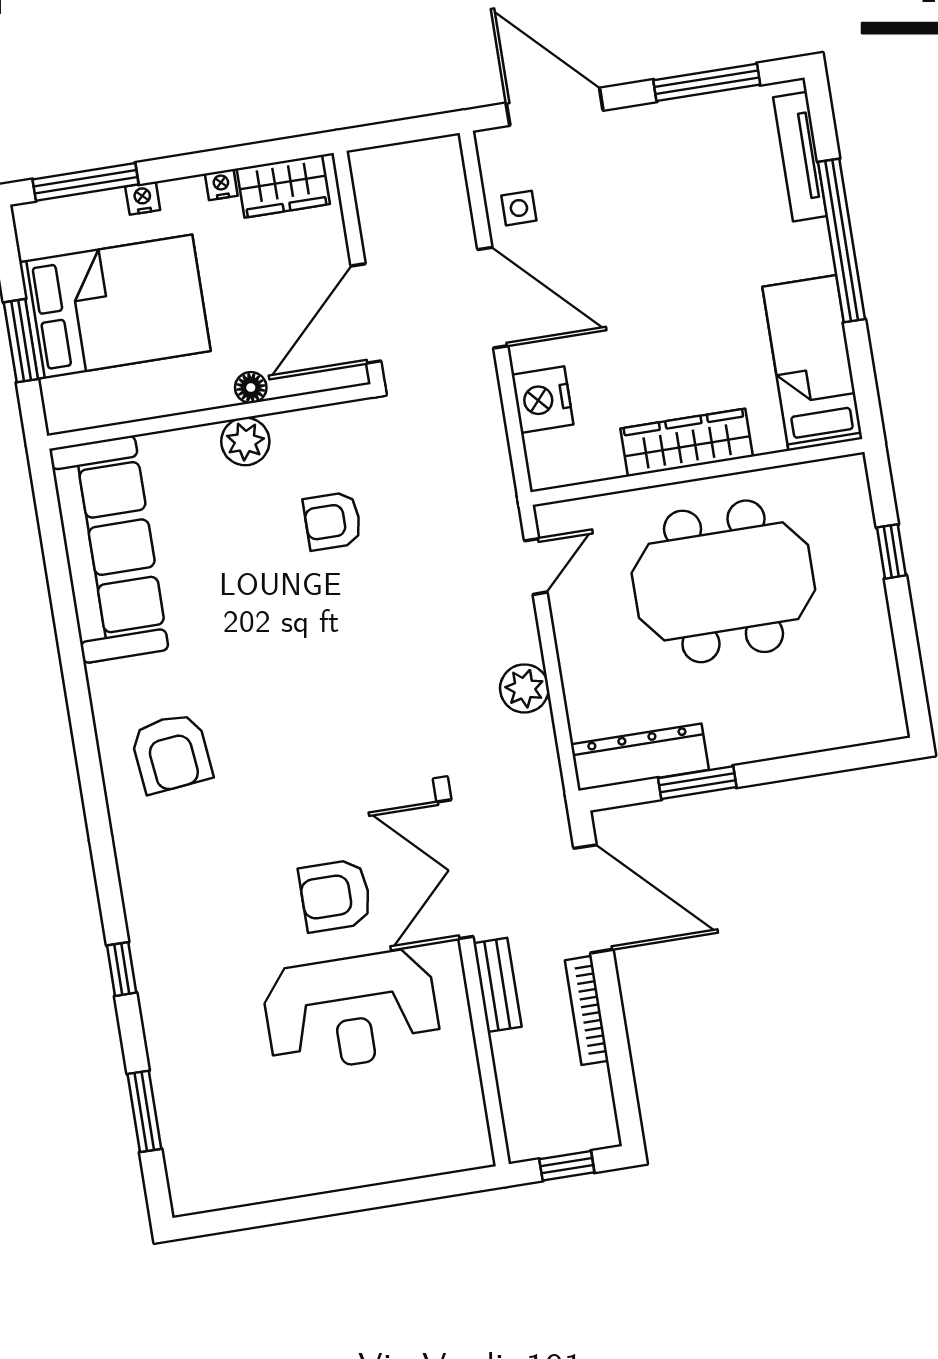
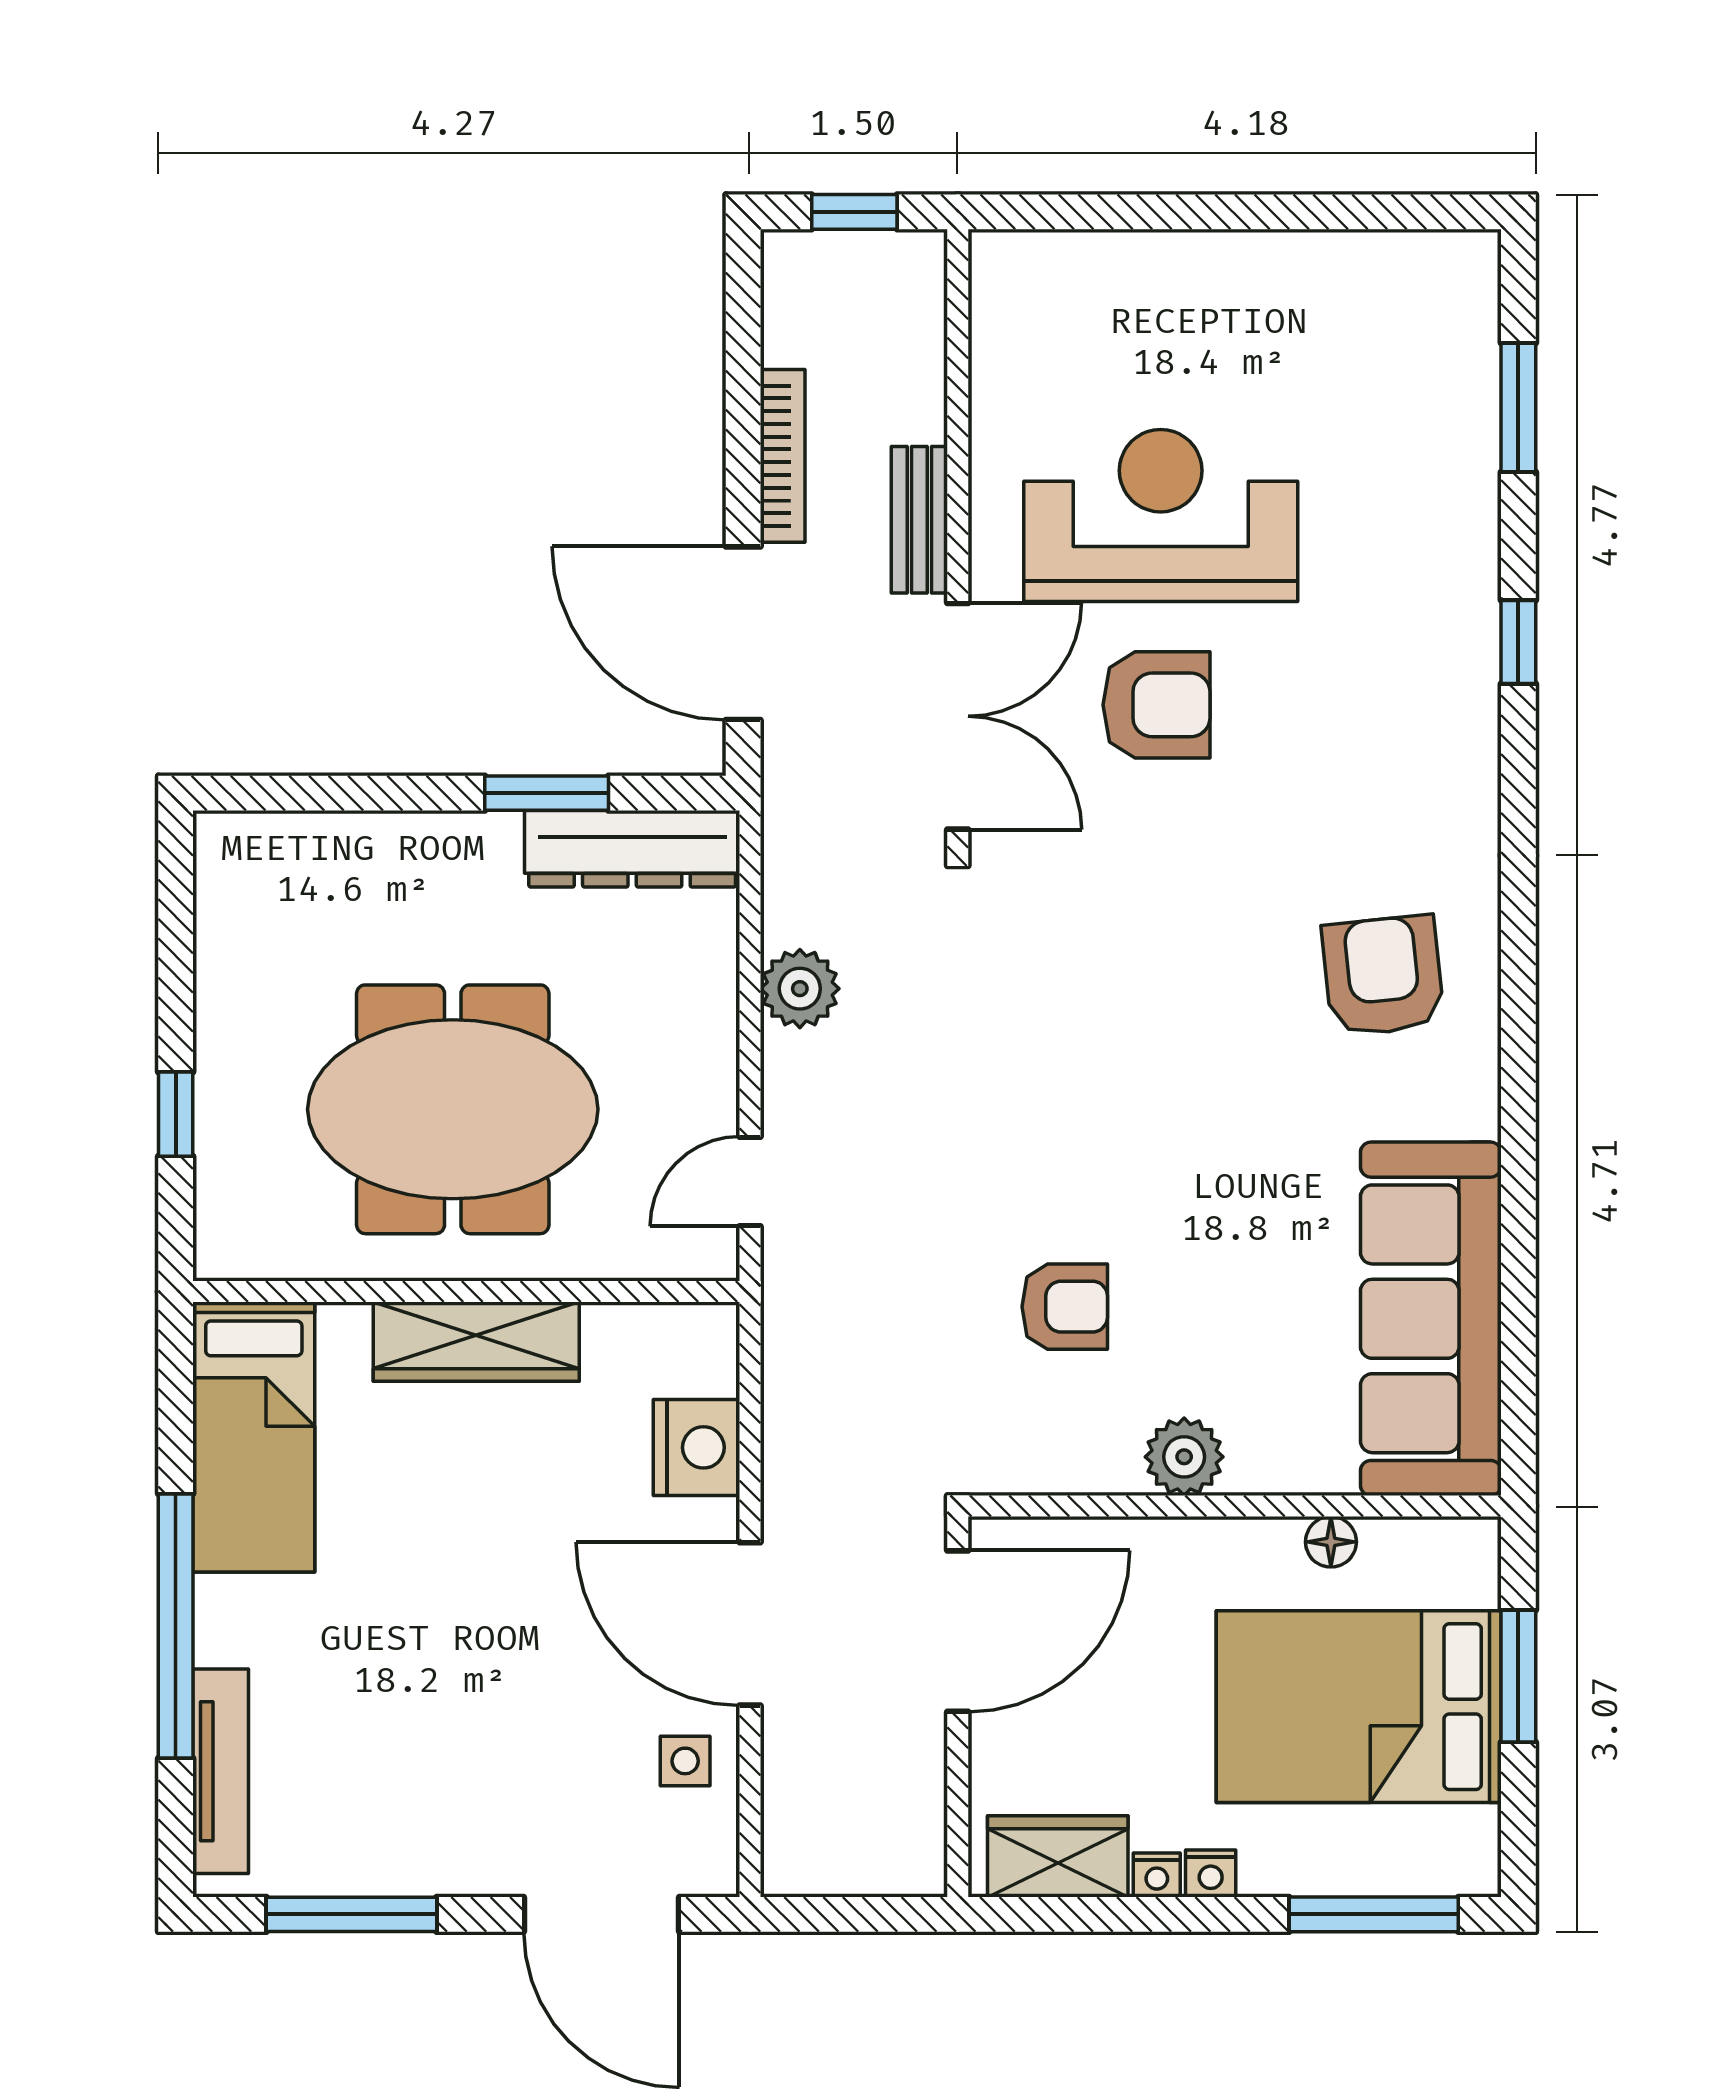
nightstand: (143, 198) -> (1211, 1874), moved
floor lamp: (251, 388) -> (1331, 1542), moved

